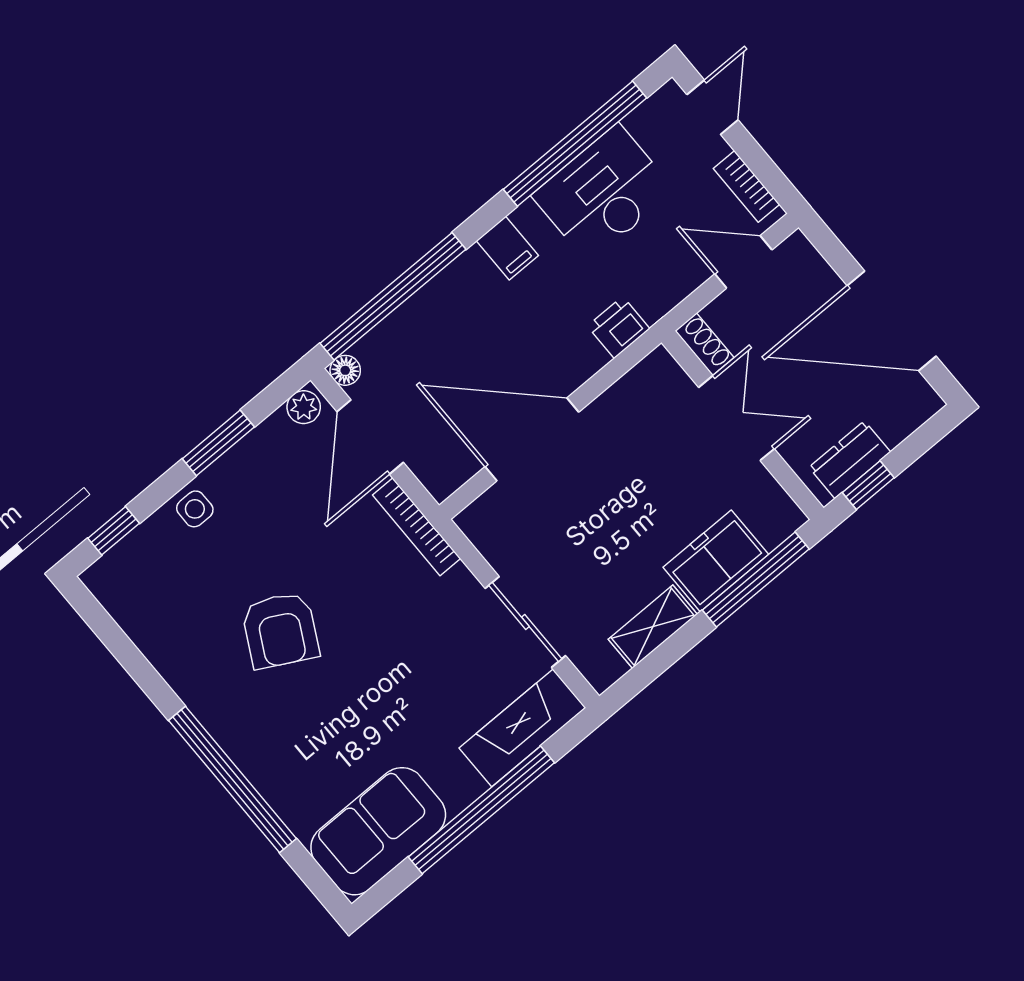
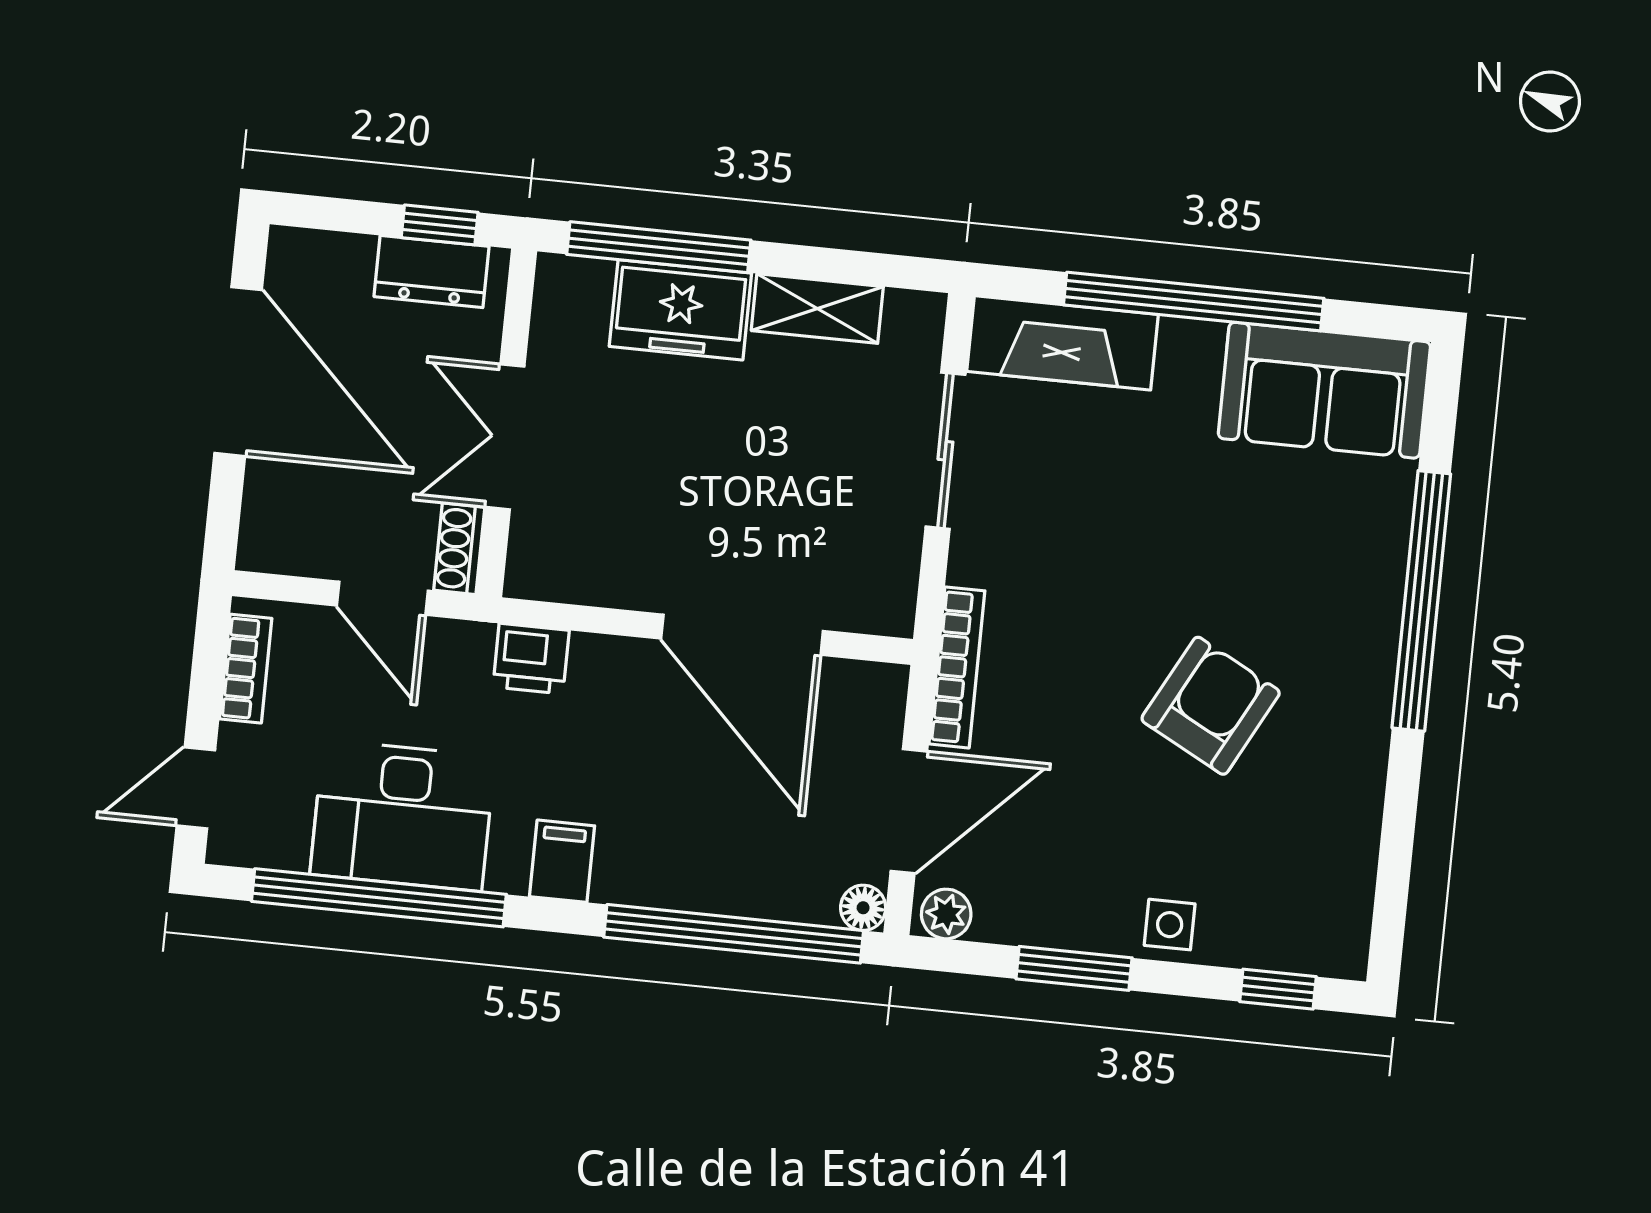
door: (743, 262) -> (382, 598), moved

